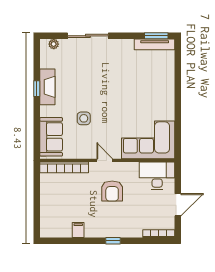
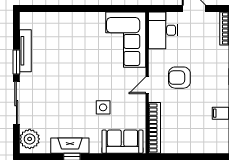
window: (156, 36) -> (16, 62), moved
plant: (54, 44) -> (30, 139), width x1.88, depth x1.88
tv unit: (155, 44) -> (25, 51), moved
armchair: (112, 191) -> (179, 78), turned 180

